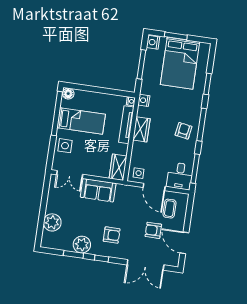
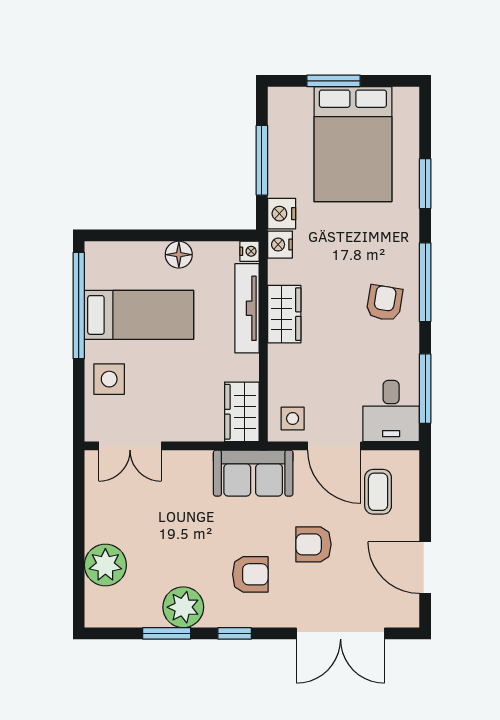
nightstand: (153, 42) -> (282, 214), moved
floor lamp: (68, 94) -> (179, 255), moved
sofa: (98, 190) -> (253, 473), moved
armchair: (153, 230) -> (314, 544), moved

